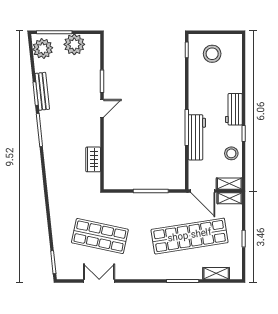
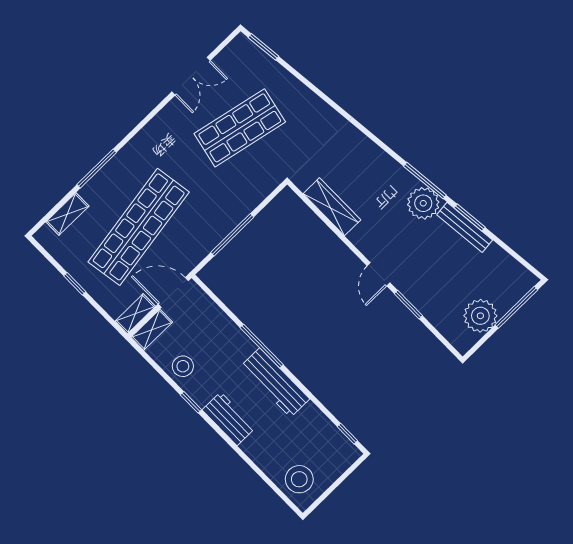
plant: (43, 49) -> (423, 203), moved
stool: (212, 54) -> (299, 479), moved
workbench: (197, 137) -> (275, 383), moved
wardrobe: (93, 159) -> (332, 207), width x1.50

